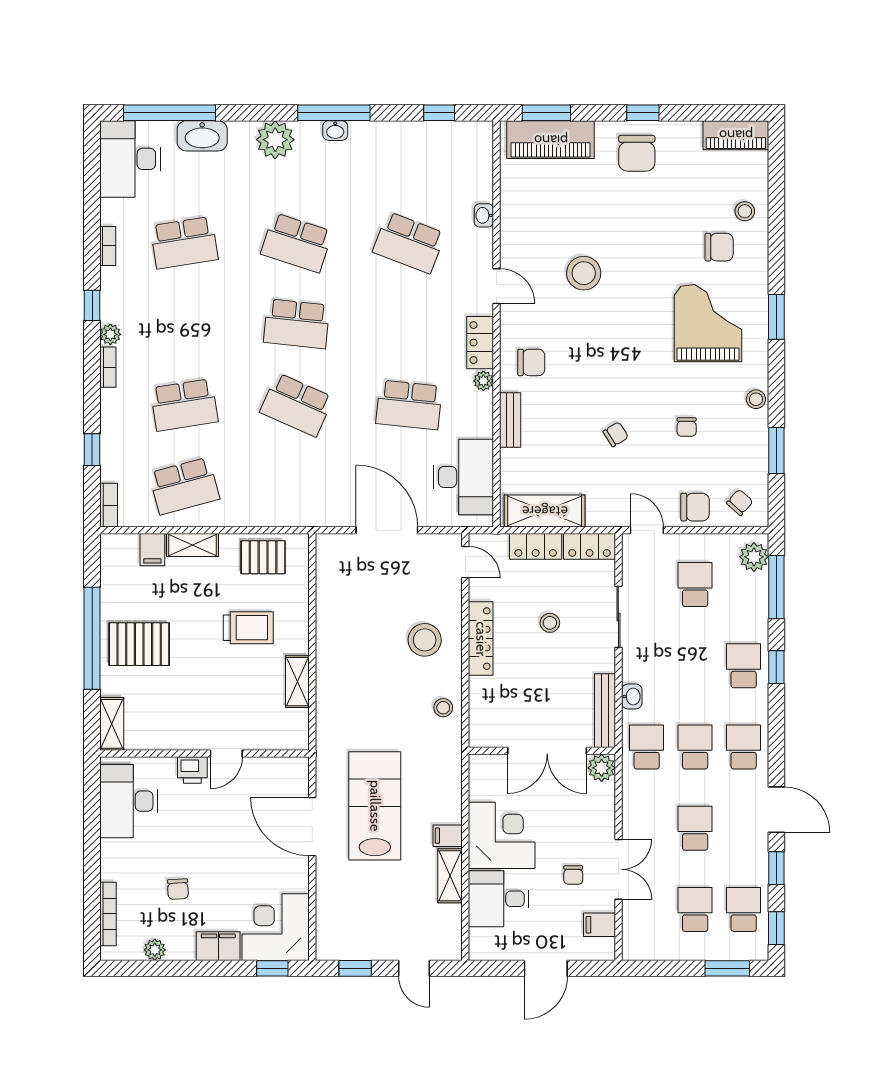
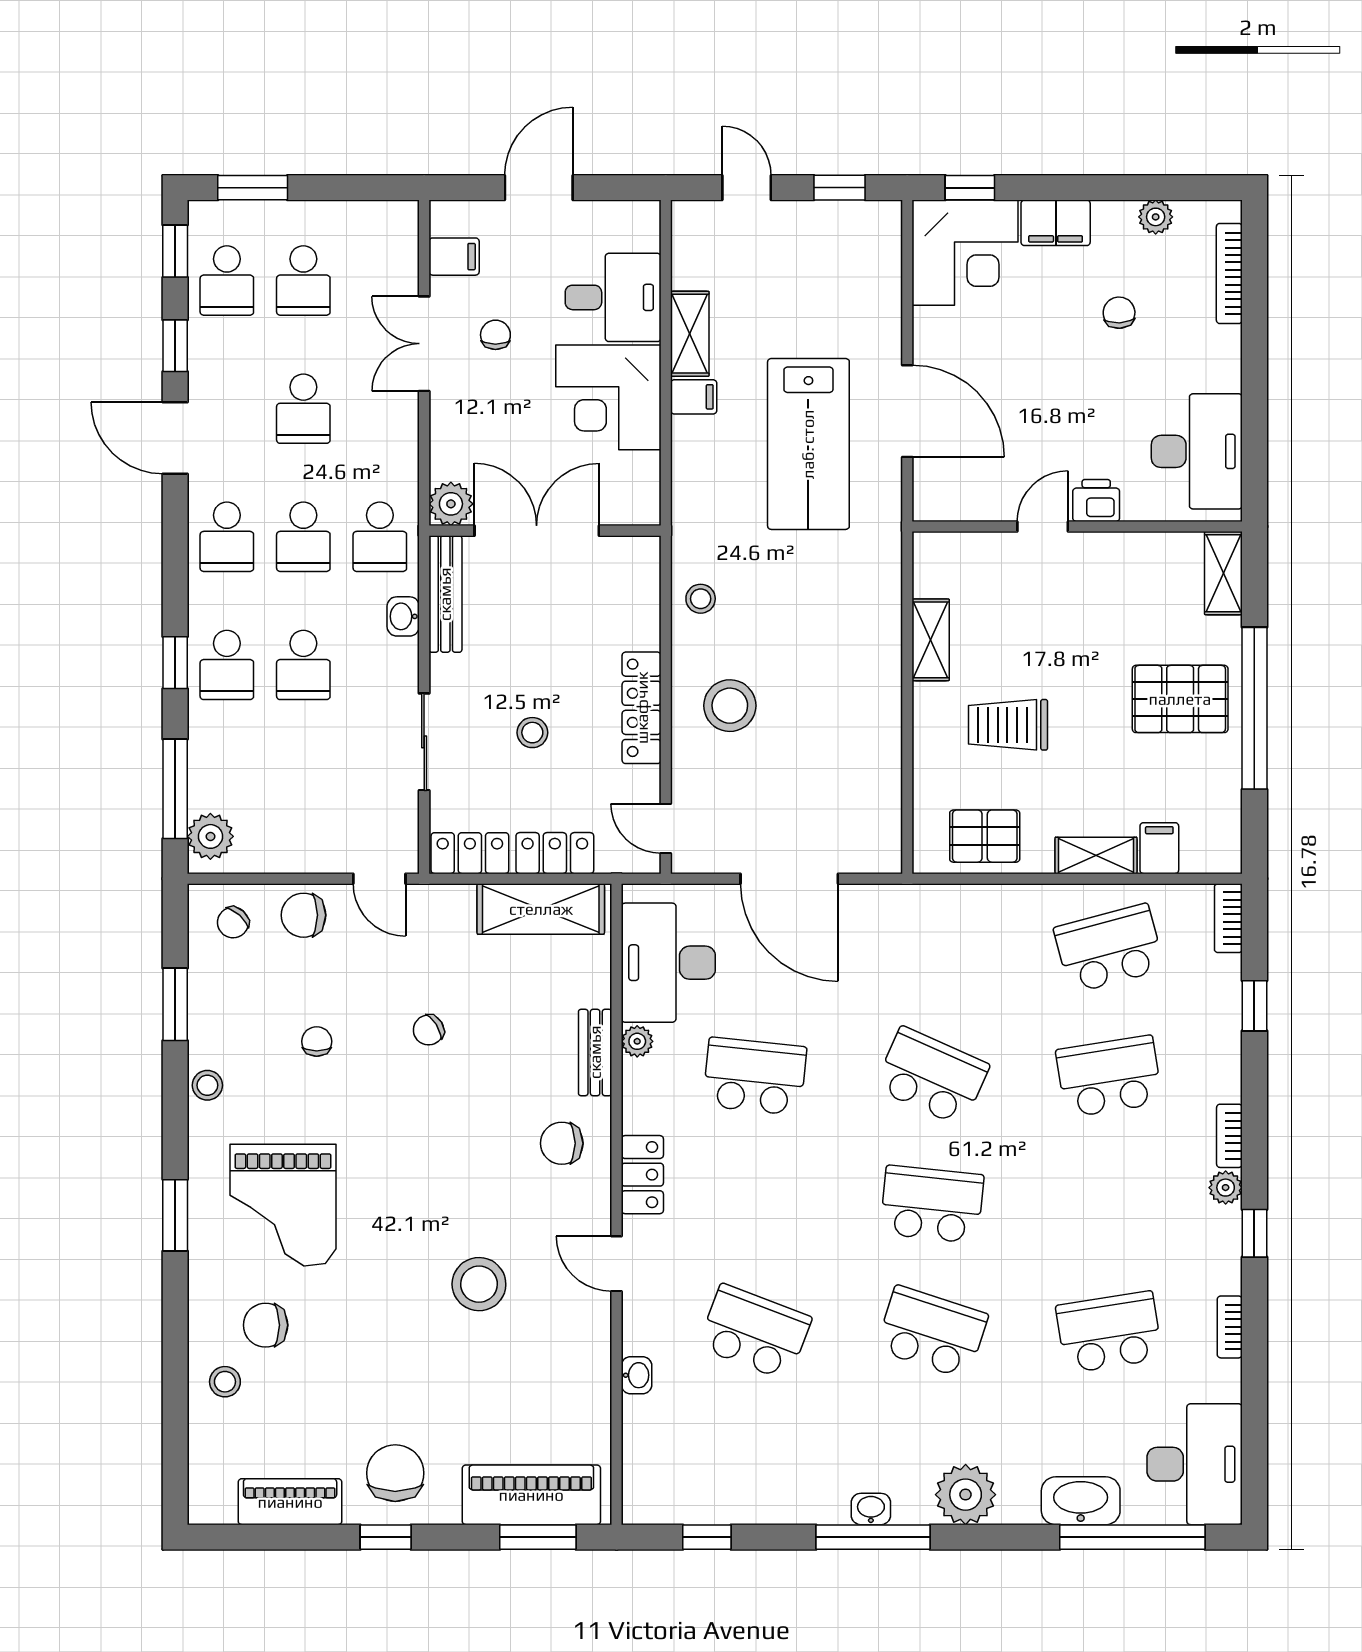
piano: (736, 135) -> (290, 1502), moved
plant: (483, 381) -> (637, 1041), moved
school desk: (695, 584) -> (303, 665), moved

